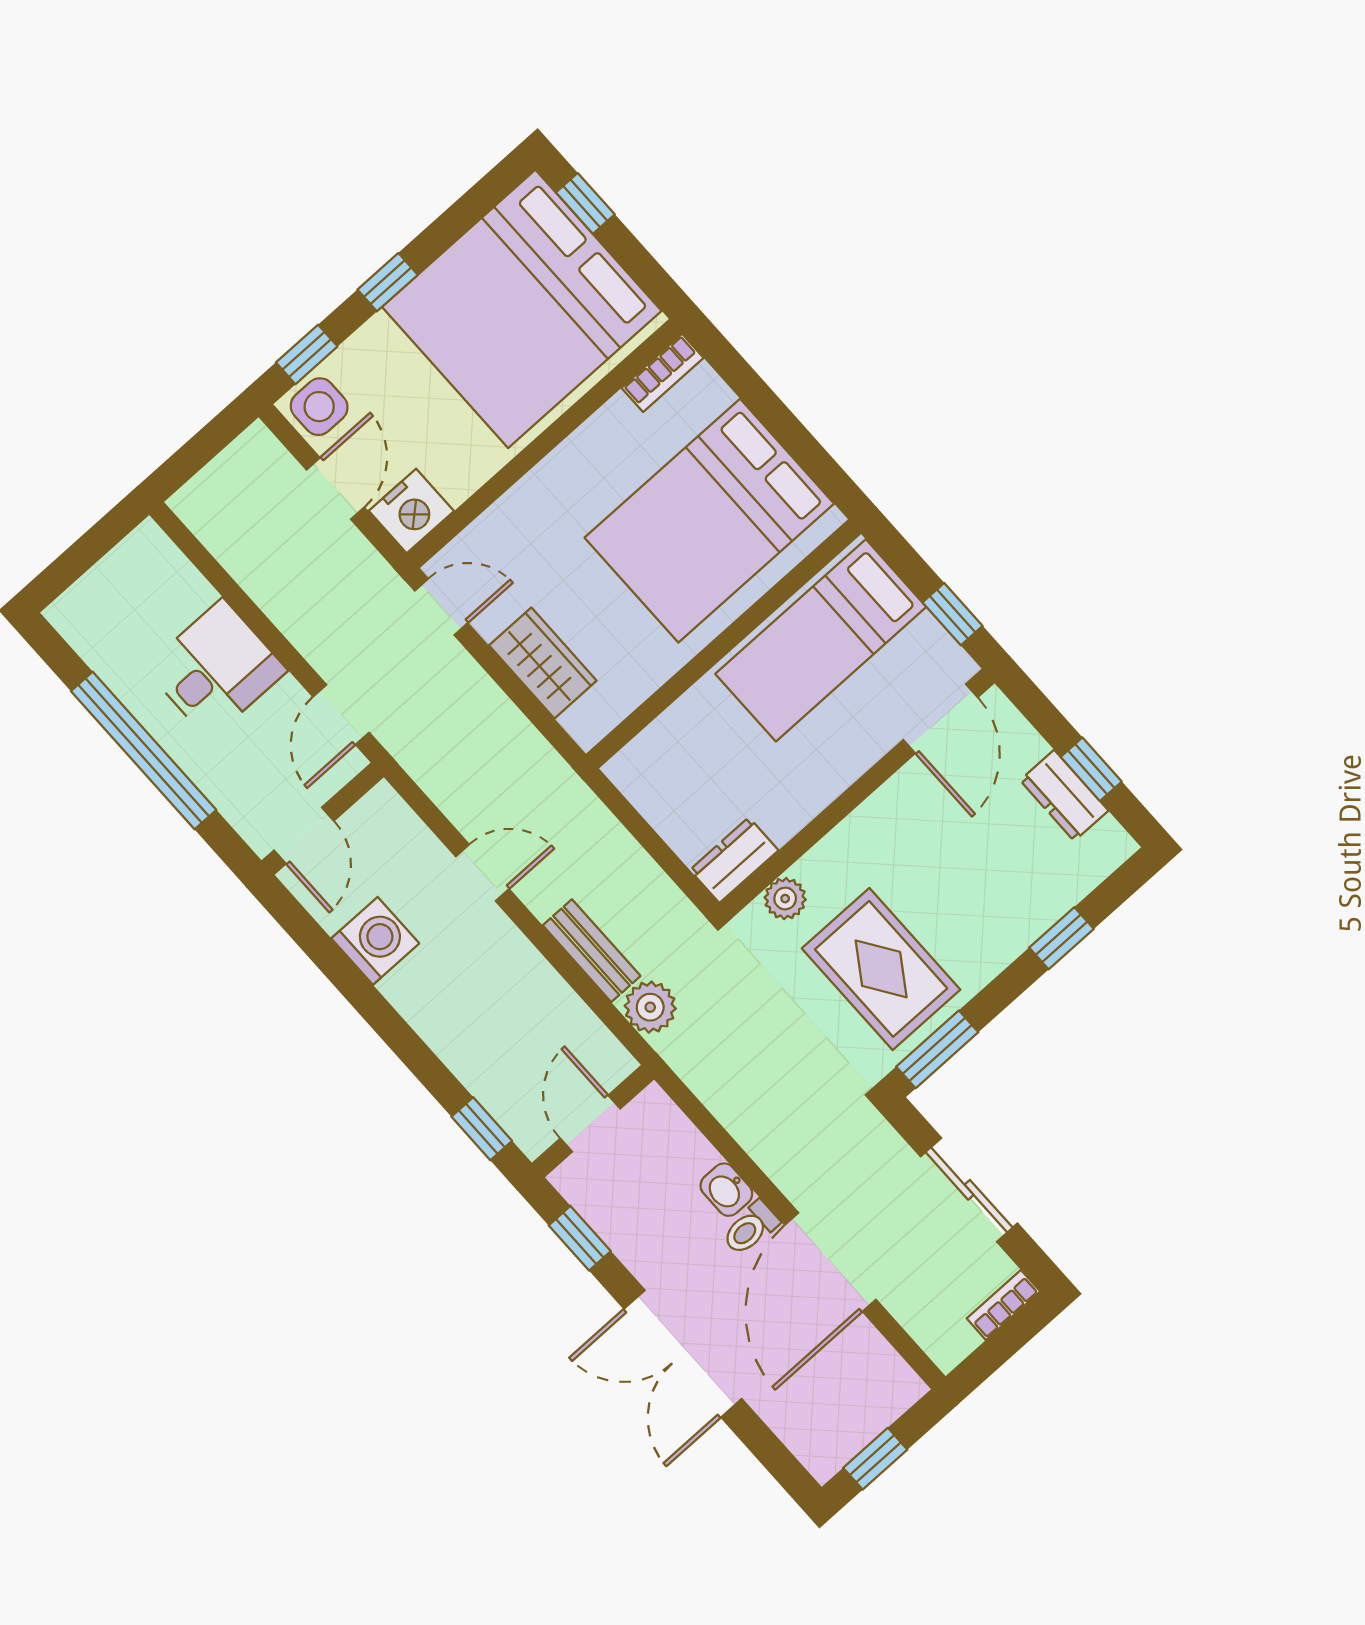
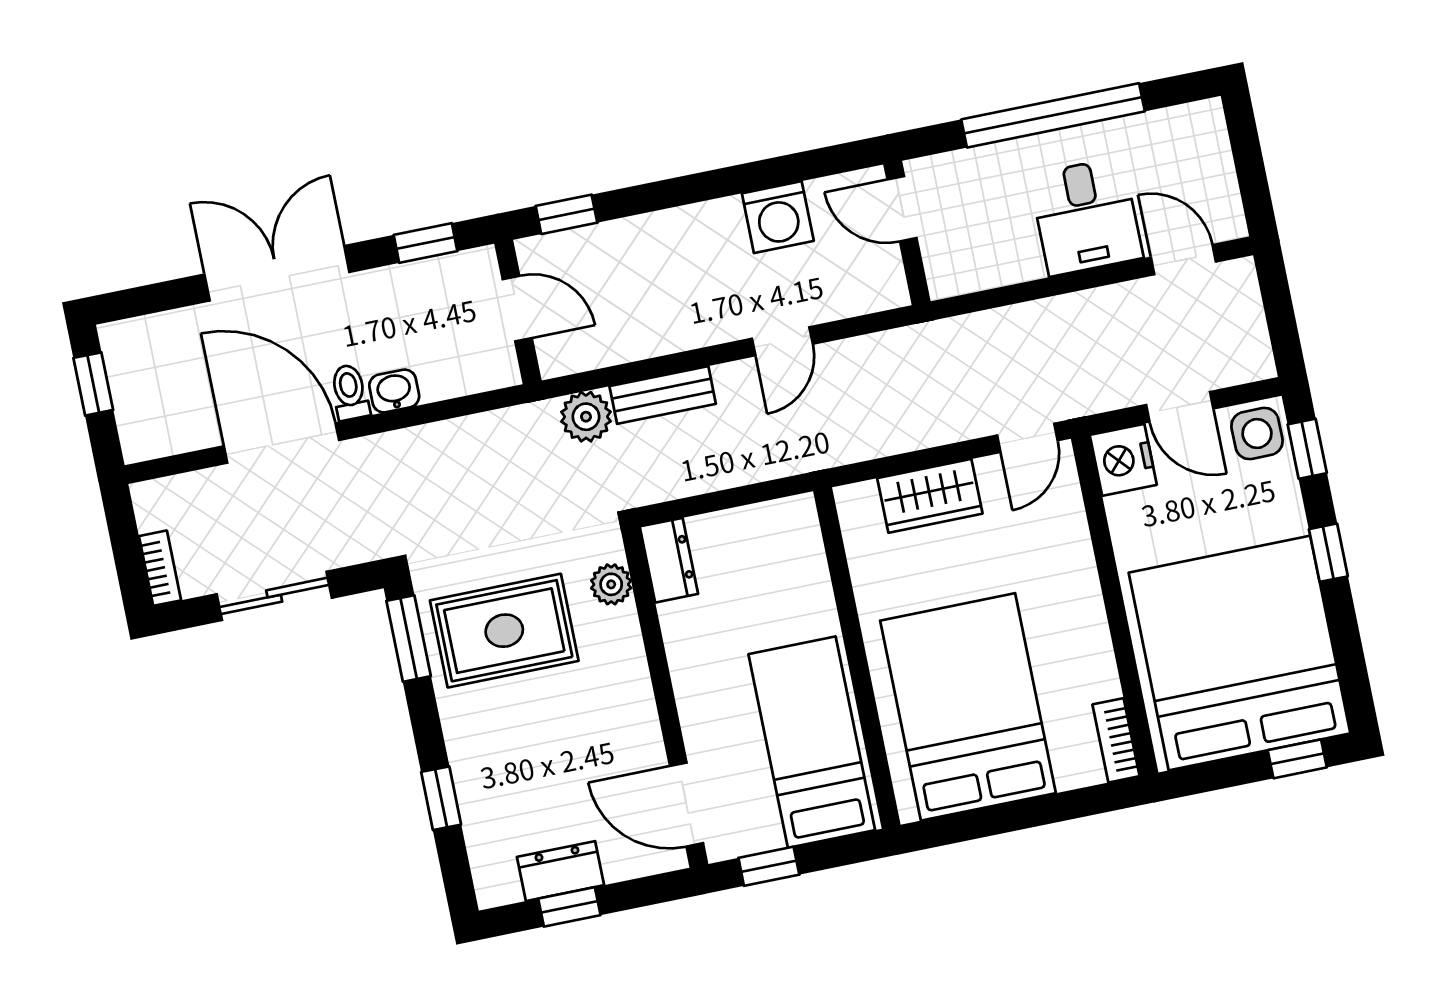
door: (341, 715) -> (1183, 260), moved

